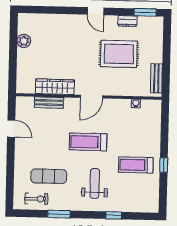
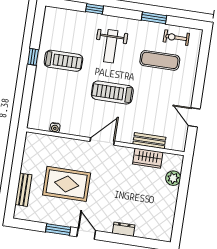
window: (145, 12) -> (58, 229), moved
dresser: (128, 21) -> (124, 229), moved
plant: (24, 41) -> (173, 178), moved
bench: (156, 78) -> (23, 190), moved
wardrobe: (55, 87) -> (148, 158), width x0.67
treadmill: (88, 142) -> (112, 92), turned 180

